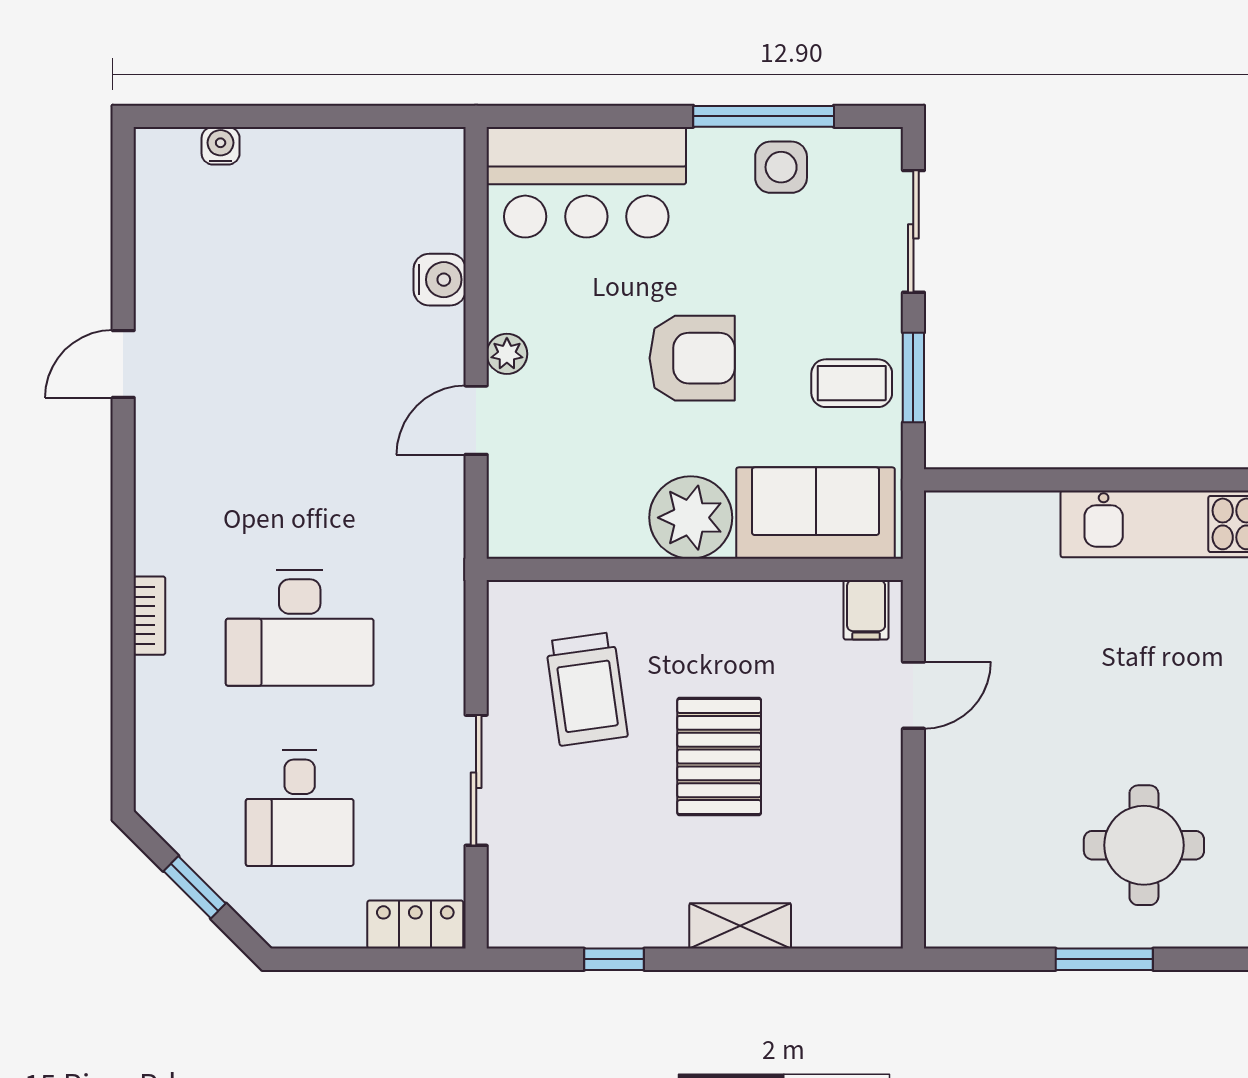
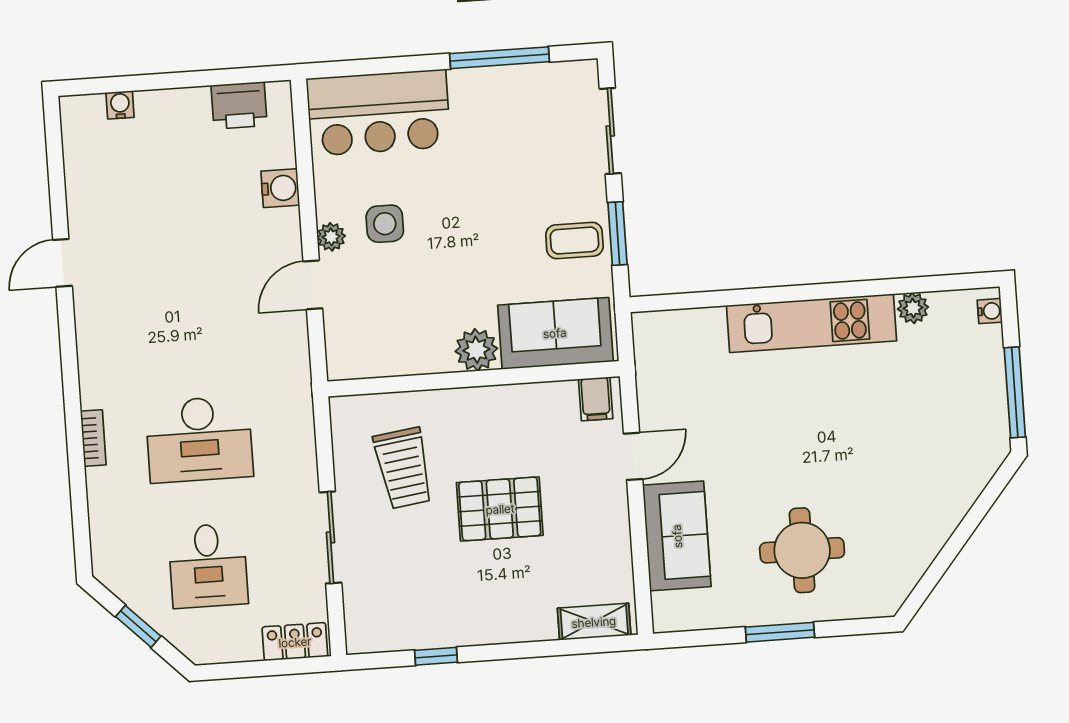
printer: (389, 158) -> (239, 105), added
side table: (781, 167) -> (385, 224), moved
armchair: (692, 358) -> (461, 231), removed
plant: (691, 518) -> (476, 350), width x0.73, depth x0.73
pallet: (719, 757) -> (500, 509), turned 90
sofa: (968, 812) -> (677, 536), added
shelving: (740, 926) -> (594, 622), moved

